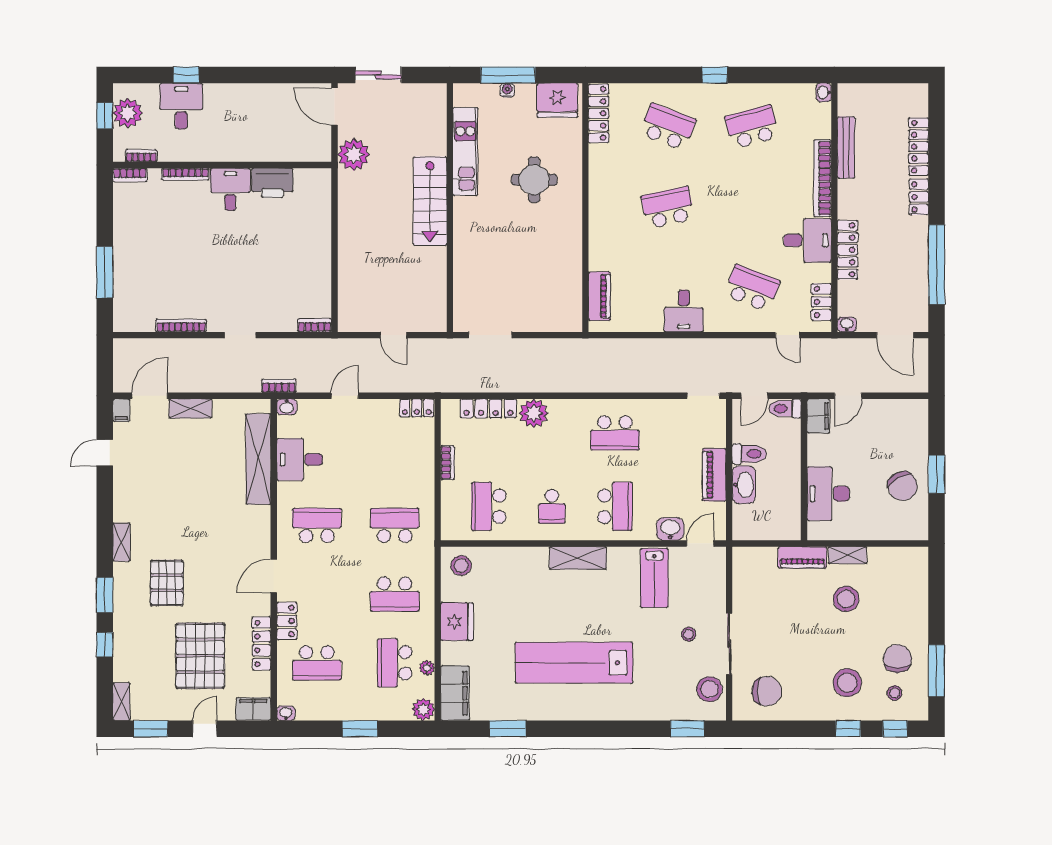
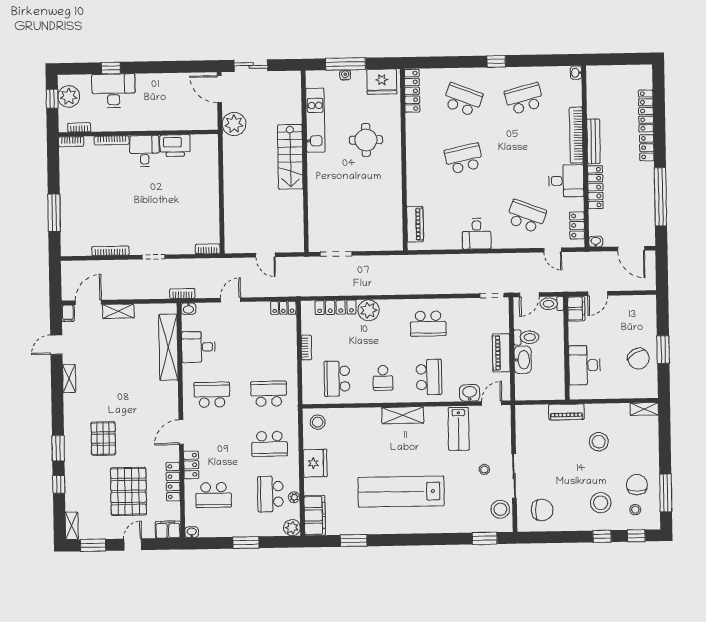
desk: (181, 106) -> (114, 91), width x1.37
bench: (846, 147) -> (593, 141), moved
shelving: (122, 542) -> (69, 379), moved
shelving: (848, 555) -> (644, 409), moved

